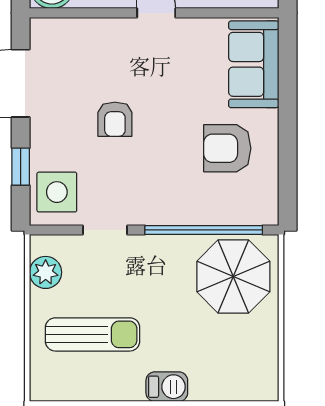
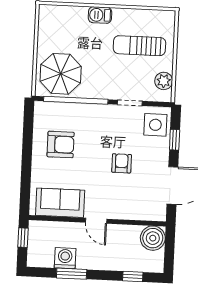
sofa: (254, 64) -> (60, 203), moved, turned -90

